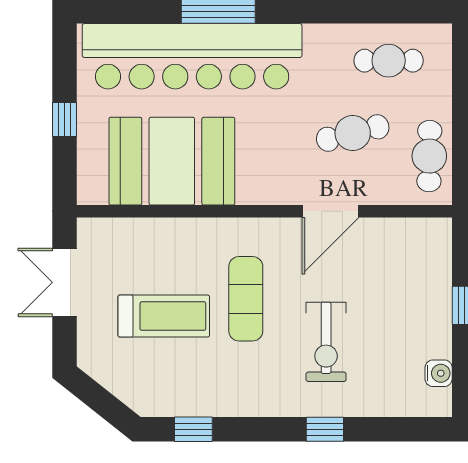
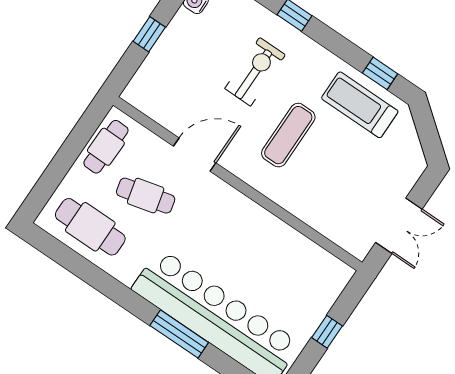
cafe table: (389, 61) -> (90, 227), width x1.37, depth x1.35
booth: (172, 161) -> (276, 257), removed
treadmill: (164, 316) -> (360, 105), moved

